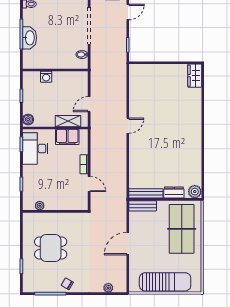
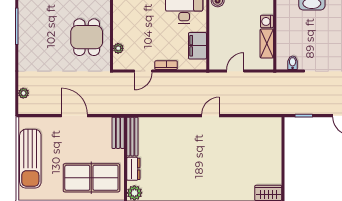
door: (89, 104) -> (235, 71), hinge flipped
shelving: (68, 121) -> (267, 43), moved
door: (128, 126) -> (210, 116), swing flipped
plant: (40, 206) -> (118, 48), moved
dining table: (51, 248) -> (87, 37), moved
chair: (67, 284) -> (28, 46), removed

